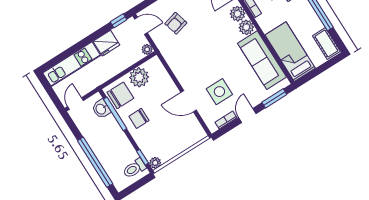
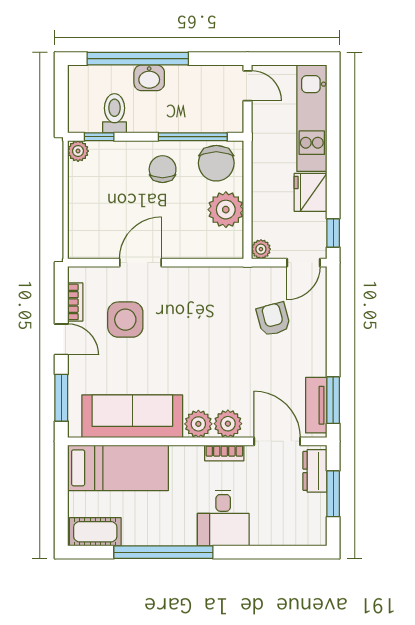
washbasin: (101, 109) -> (149, 78), moved, turned 180
toilet: (134, 168) -> (114, 113), moved

